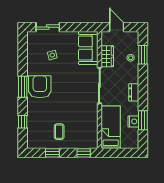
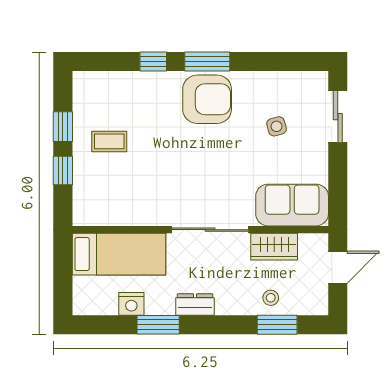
window: (143, 120) -> (158, 325), moved
window: (23, 122) -> (153, 62), moved
window: (84, 153) -> (63, 171), moved

